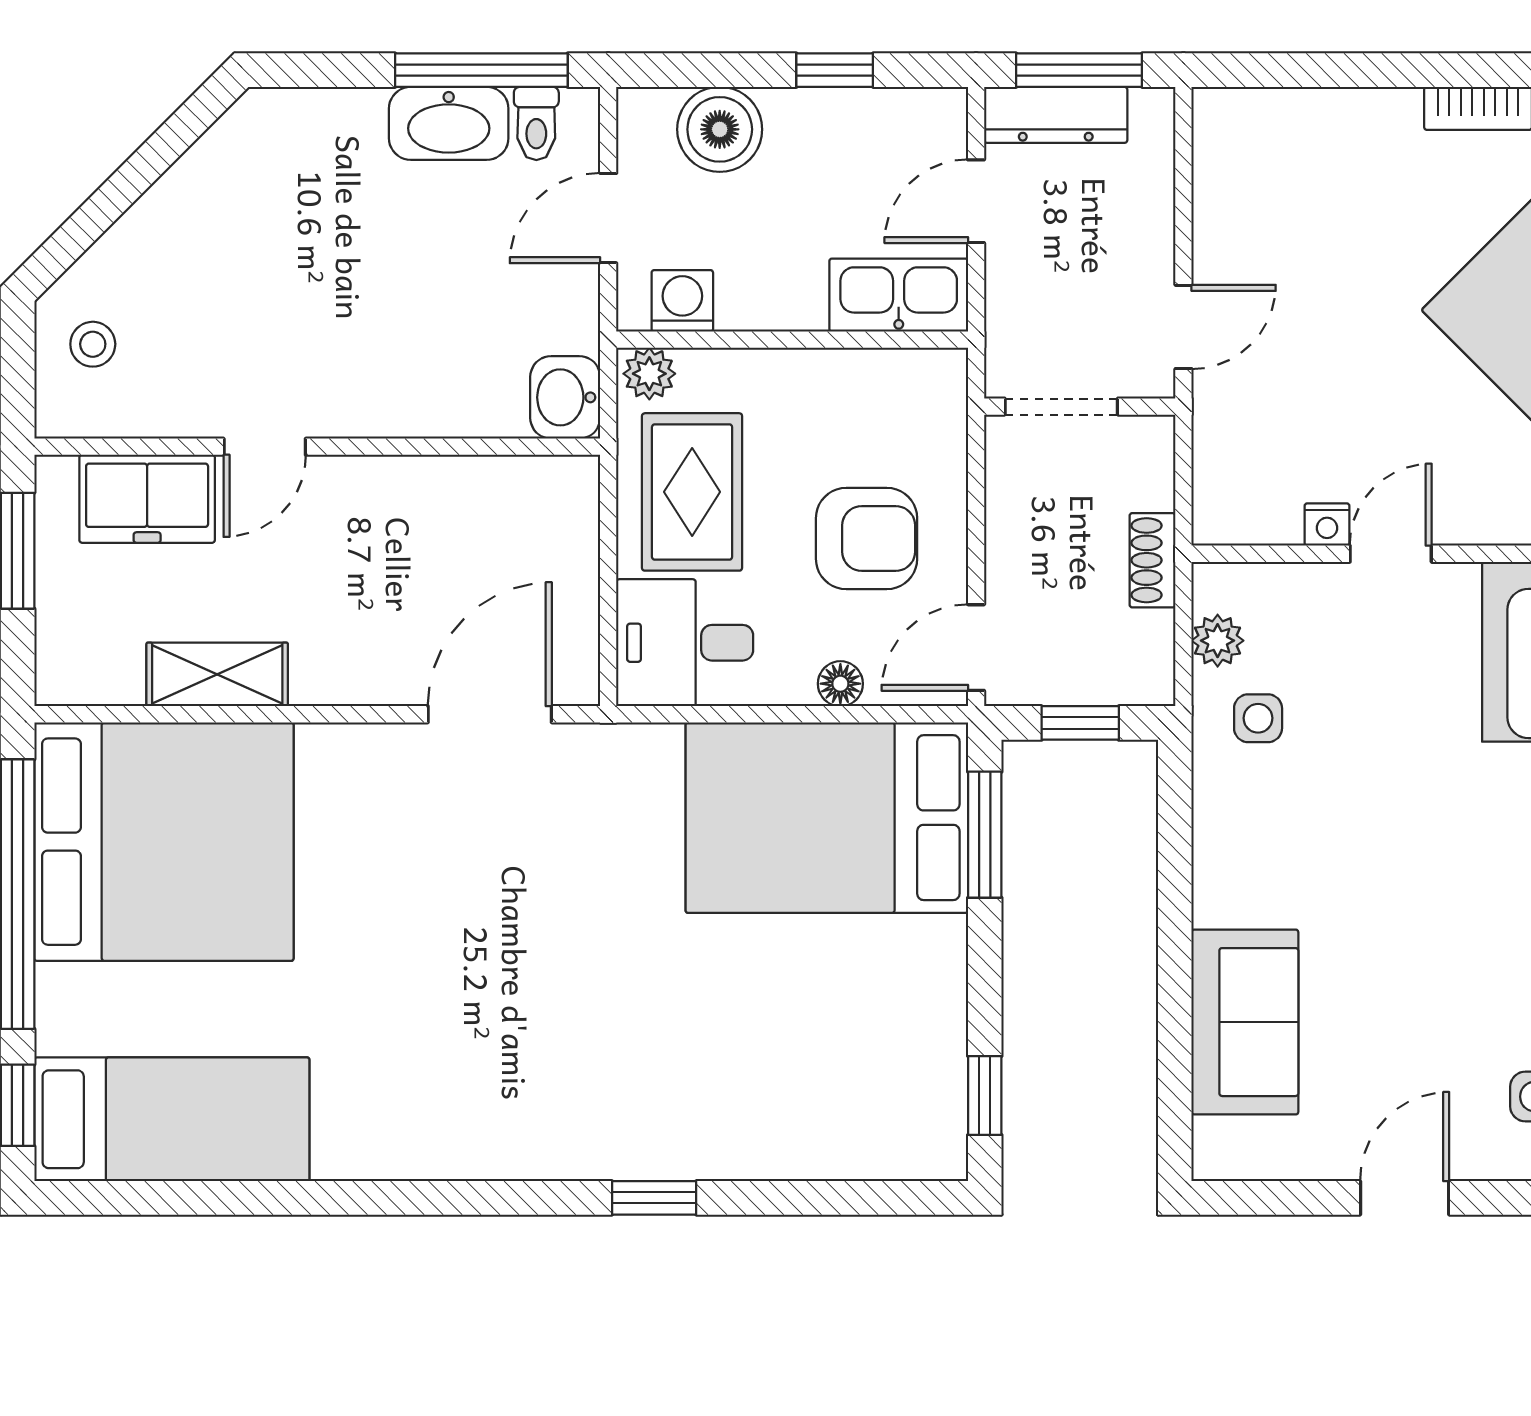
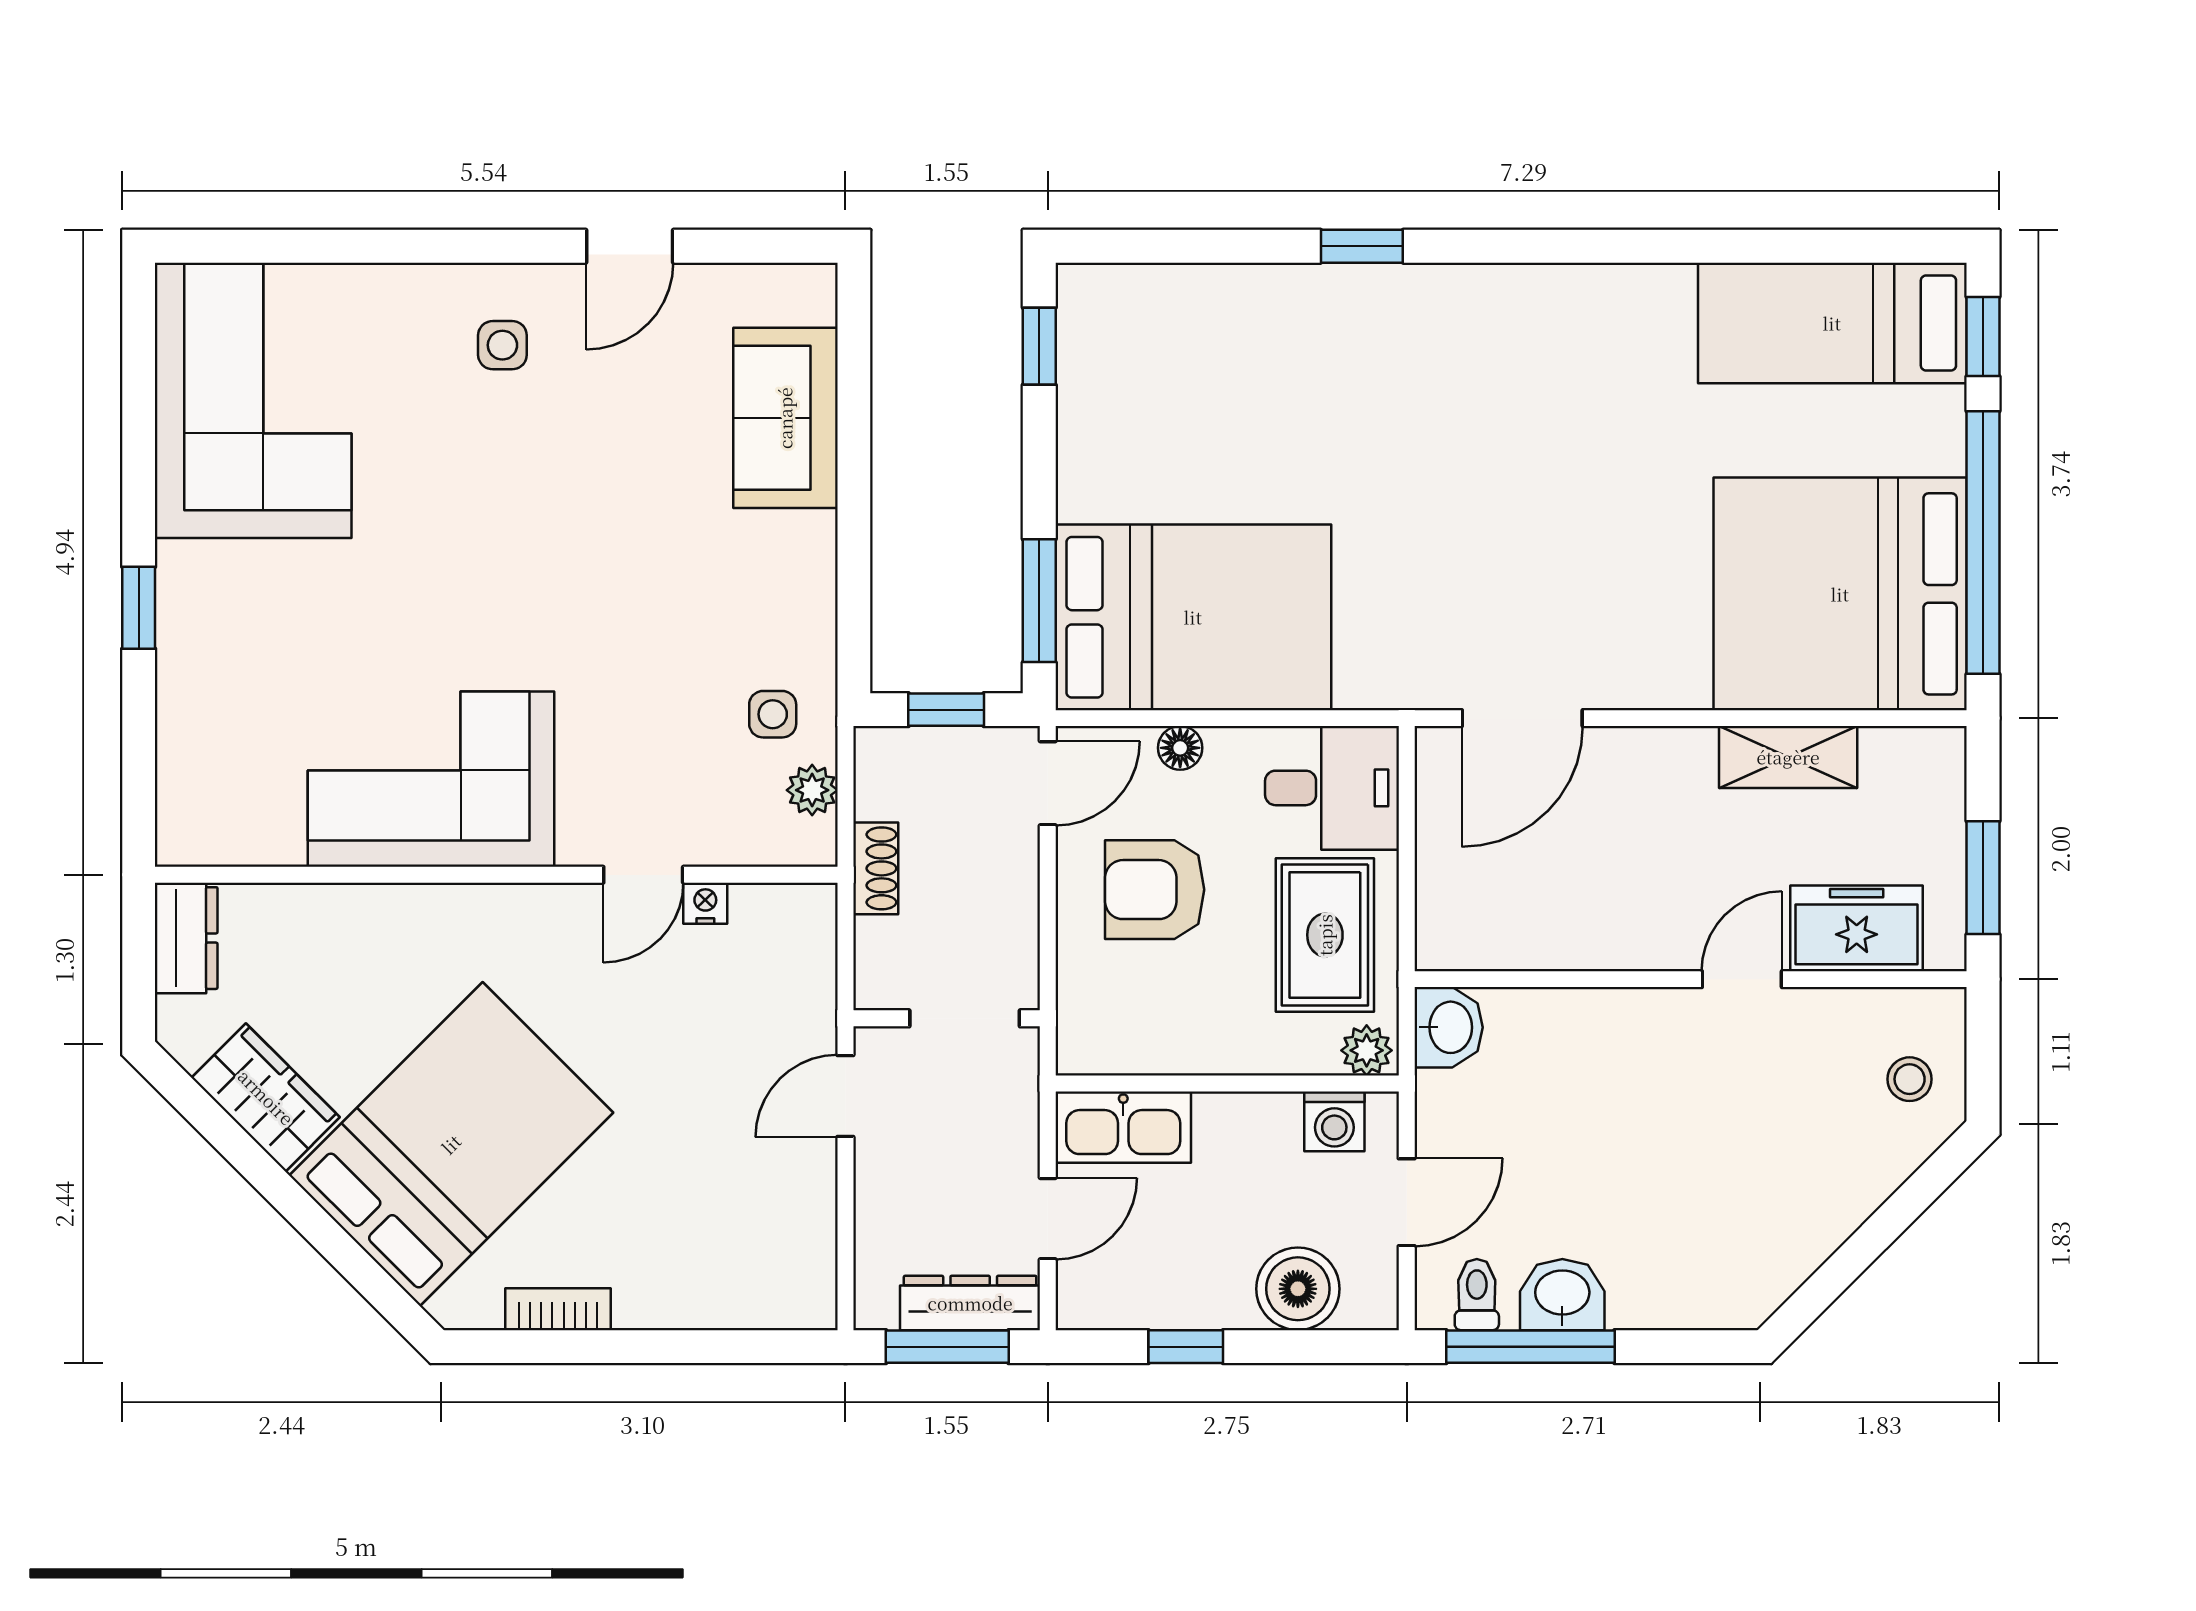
washbasin: (449, 123) -> (1562, 1295), width x0.72

